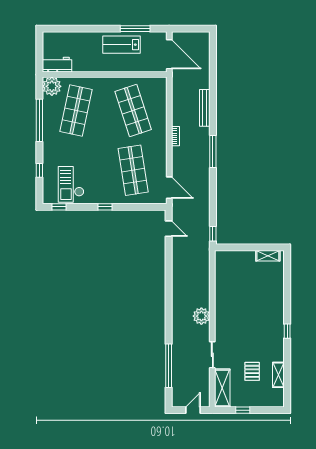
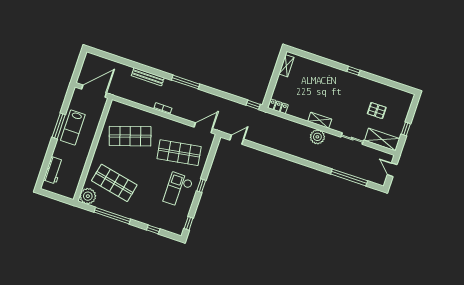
window: (135, 29) -> (59, 126), moved
workbench: (57, 65) -> (53, 170), moved, turned 180
checkout: (71, 184) -> (178, 190), moved, turned 90
locker: (220, 262) -> (278, 106), added
shelving: (278, 375) -> (320, 120), moved

